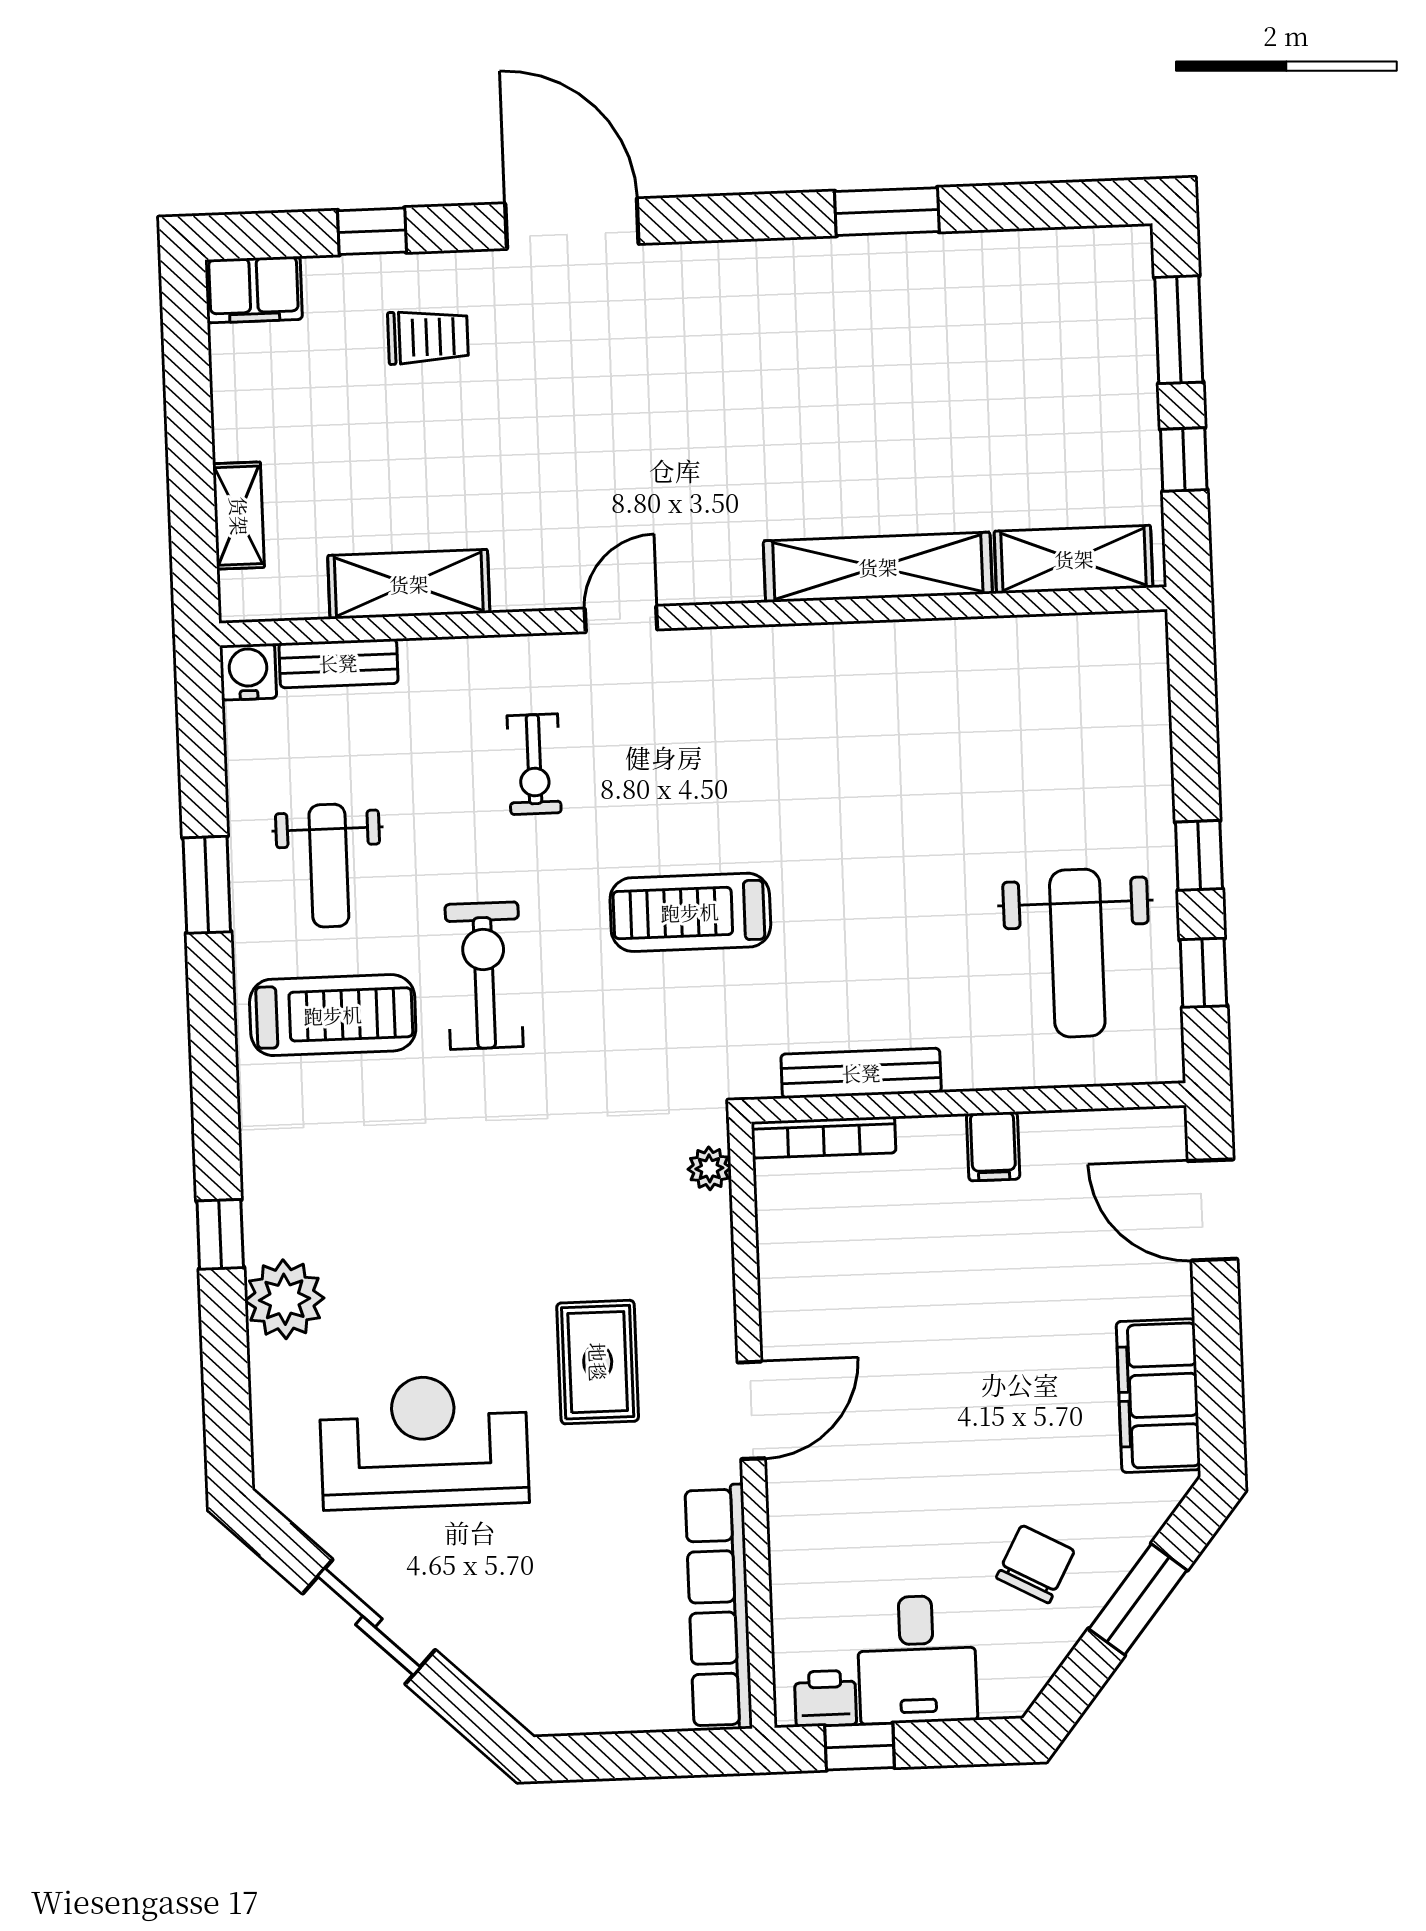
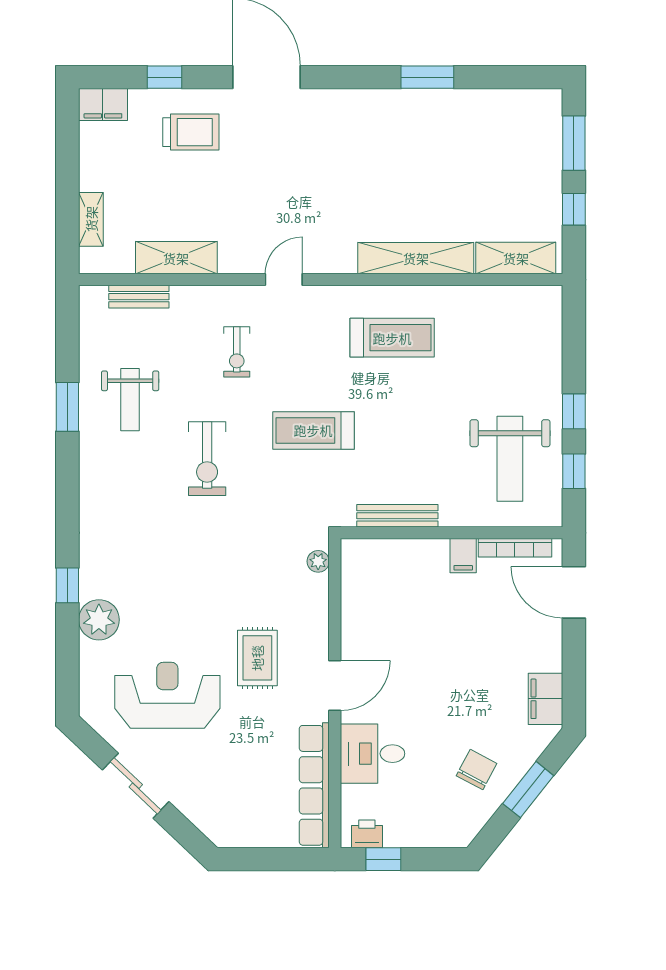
trolley: (428, 337) -> (191, 132), width x1.36, depth x1.39
water cooler: (248, 672) -> (93, 299), removed
exercise bike: (484, 976) -> (207, 459), turned 180
treadmill: (333, 1015) -> (392, 338), moved
bookcase: (824, 1137) -> (515, 548), moved
filing cabinet: (1158, 1396) -> (545, 699), width x0.67, depth x0.86
desk: (917, 1659) -> (372, 754), moved, turned 90

